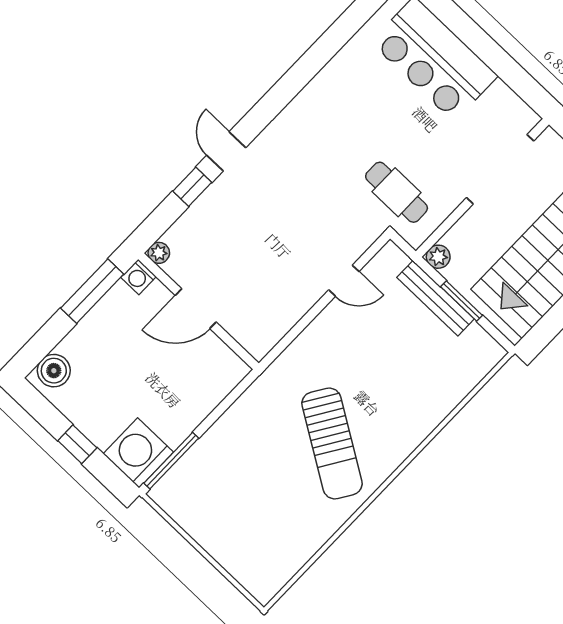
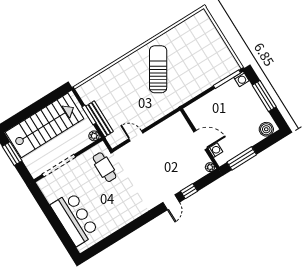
washing machine: (139, 277) -> (215, 150), moved
window: (77, 444) -> (264, 96), width x2.17
washing machine: (138, 453) -> (241, 79), width x0.53, depth x0.53

